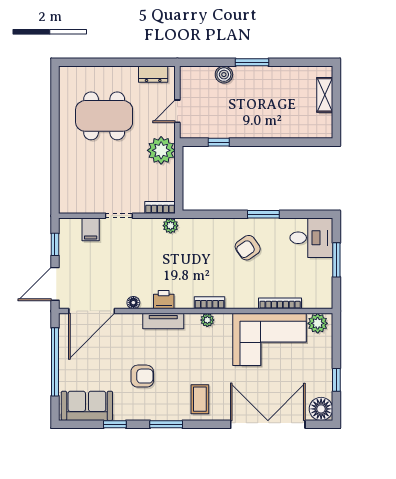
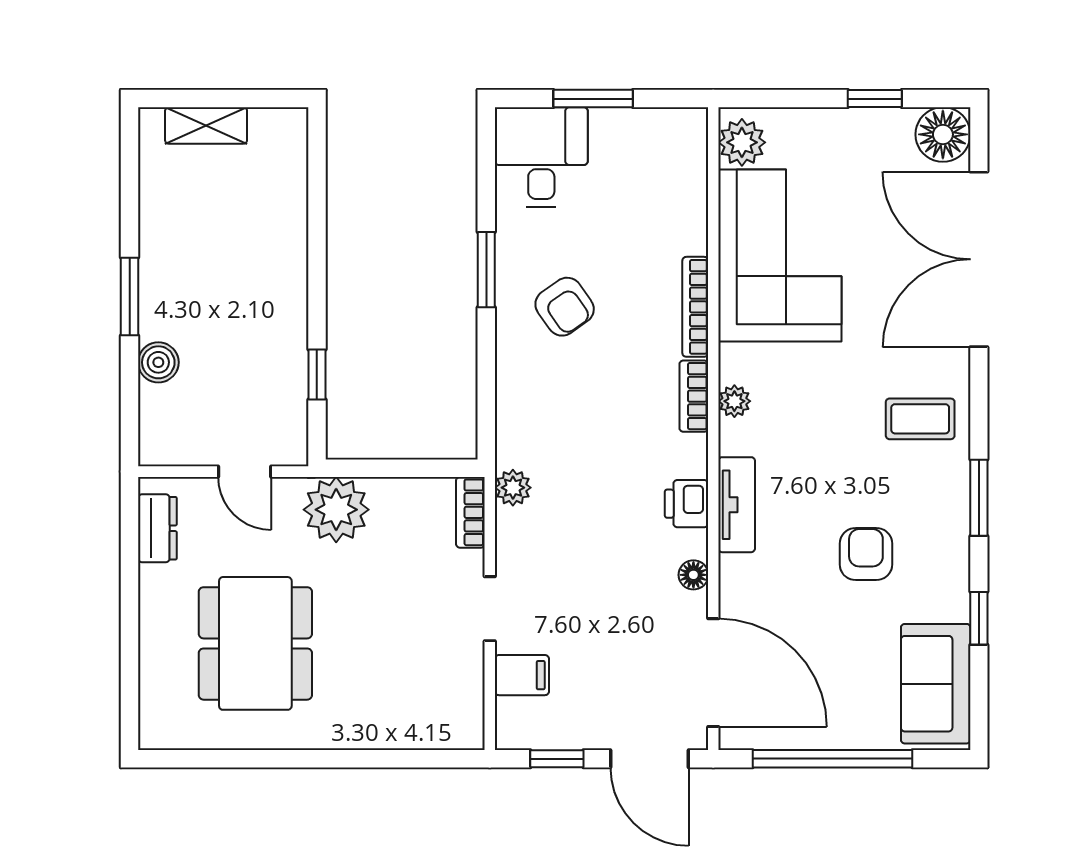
bookcase: (280, 303) -> (695, 307), moved

